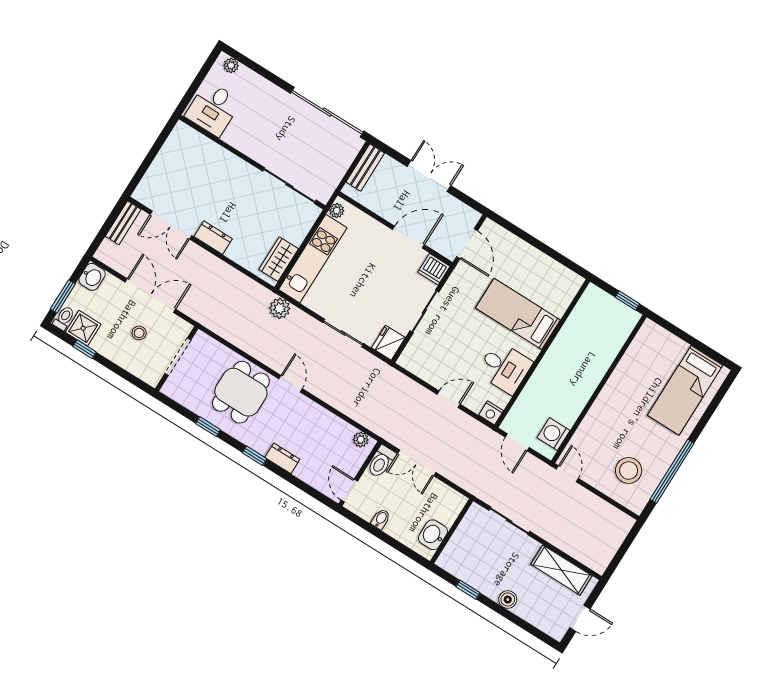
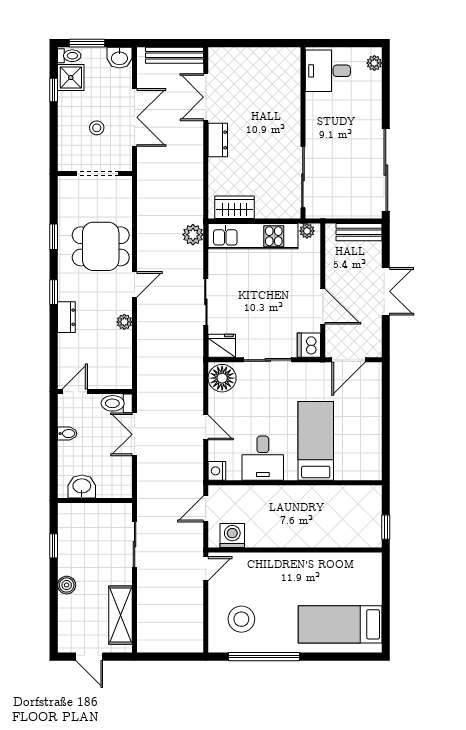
bench: (123, 223) -> (175, 55), width x1.36
floor lamp: (416, 360) -> (222, 378), added
plant: (361, 440) -> (124, 322), moved

